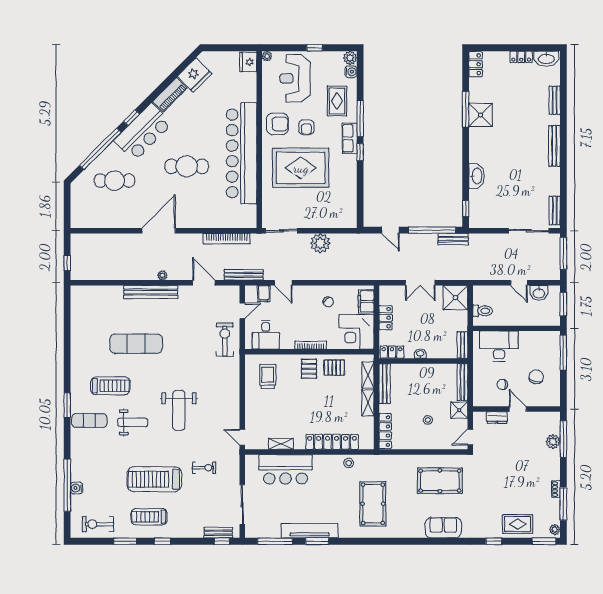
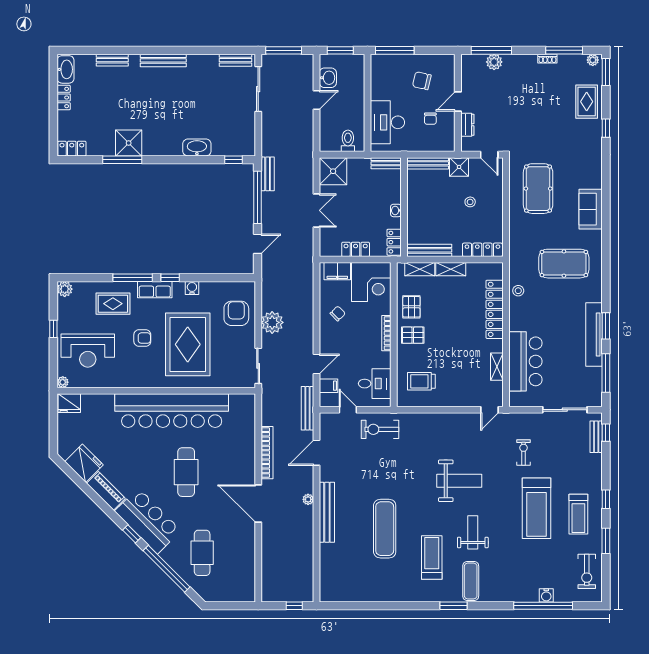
water cooler: (351, 72) -> (192, 288), moved
armchair: (277, 124) -> (236, 313), moved
bookcase: (227, 239) -> (267, 453), moved
sofa: (443, 528) -> (591, 209), moved

